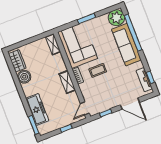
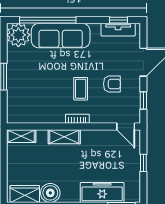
corner sofa: (78, 45) -> (35, 103), removed
shelving: (67, 82) -> (64, 137), moved
armchair: (108, 89) -> (112, 84), added

